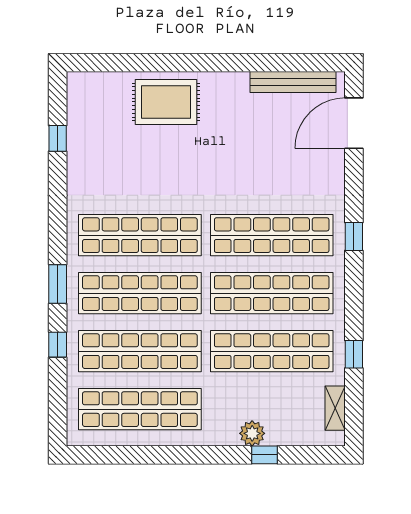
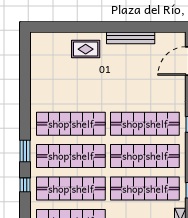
bench: (293, 82) -> (131, 38), moved
rug: (166, 102) -> (86, 49), width x0.73, depth x0.70
window: (58, 138) -> (25, 69), removed

